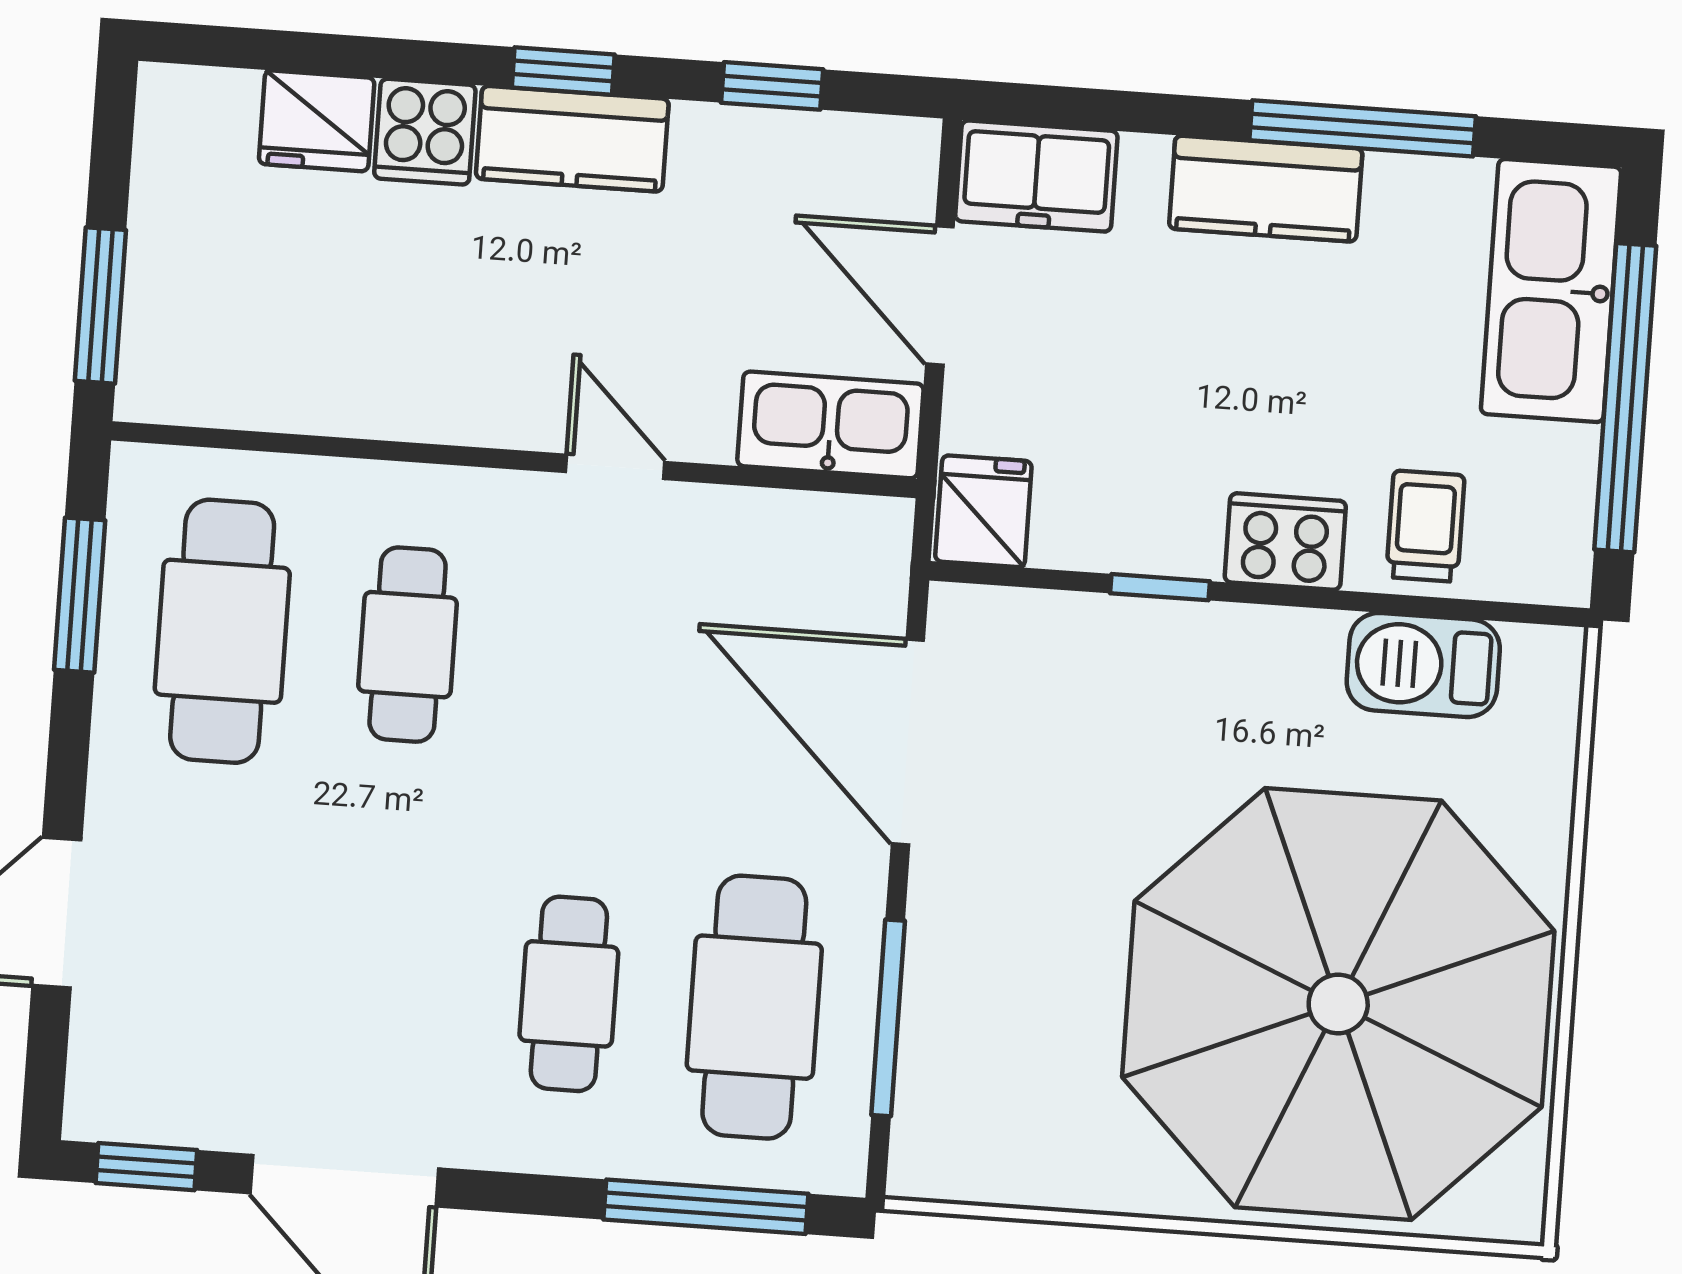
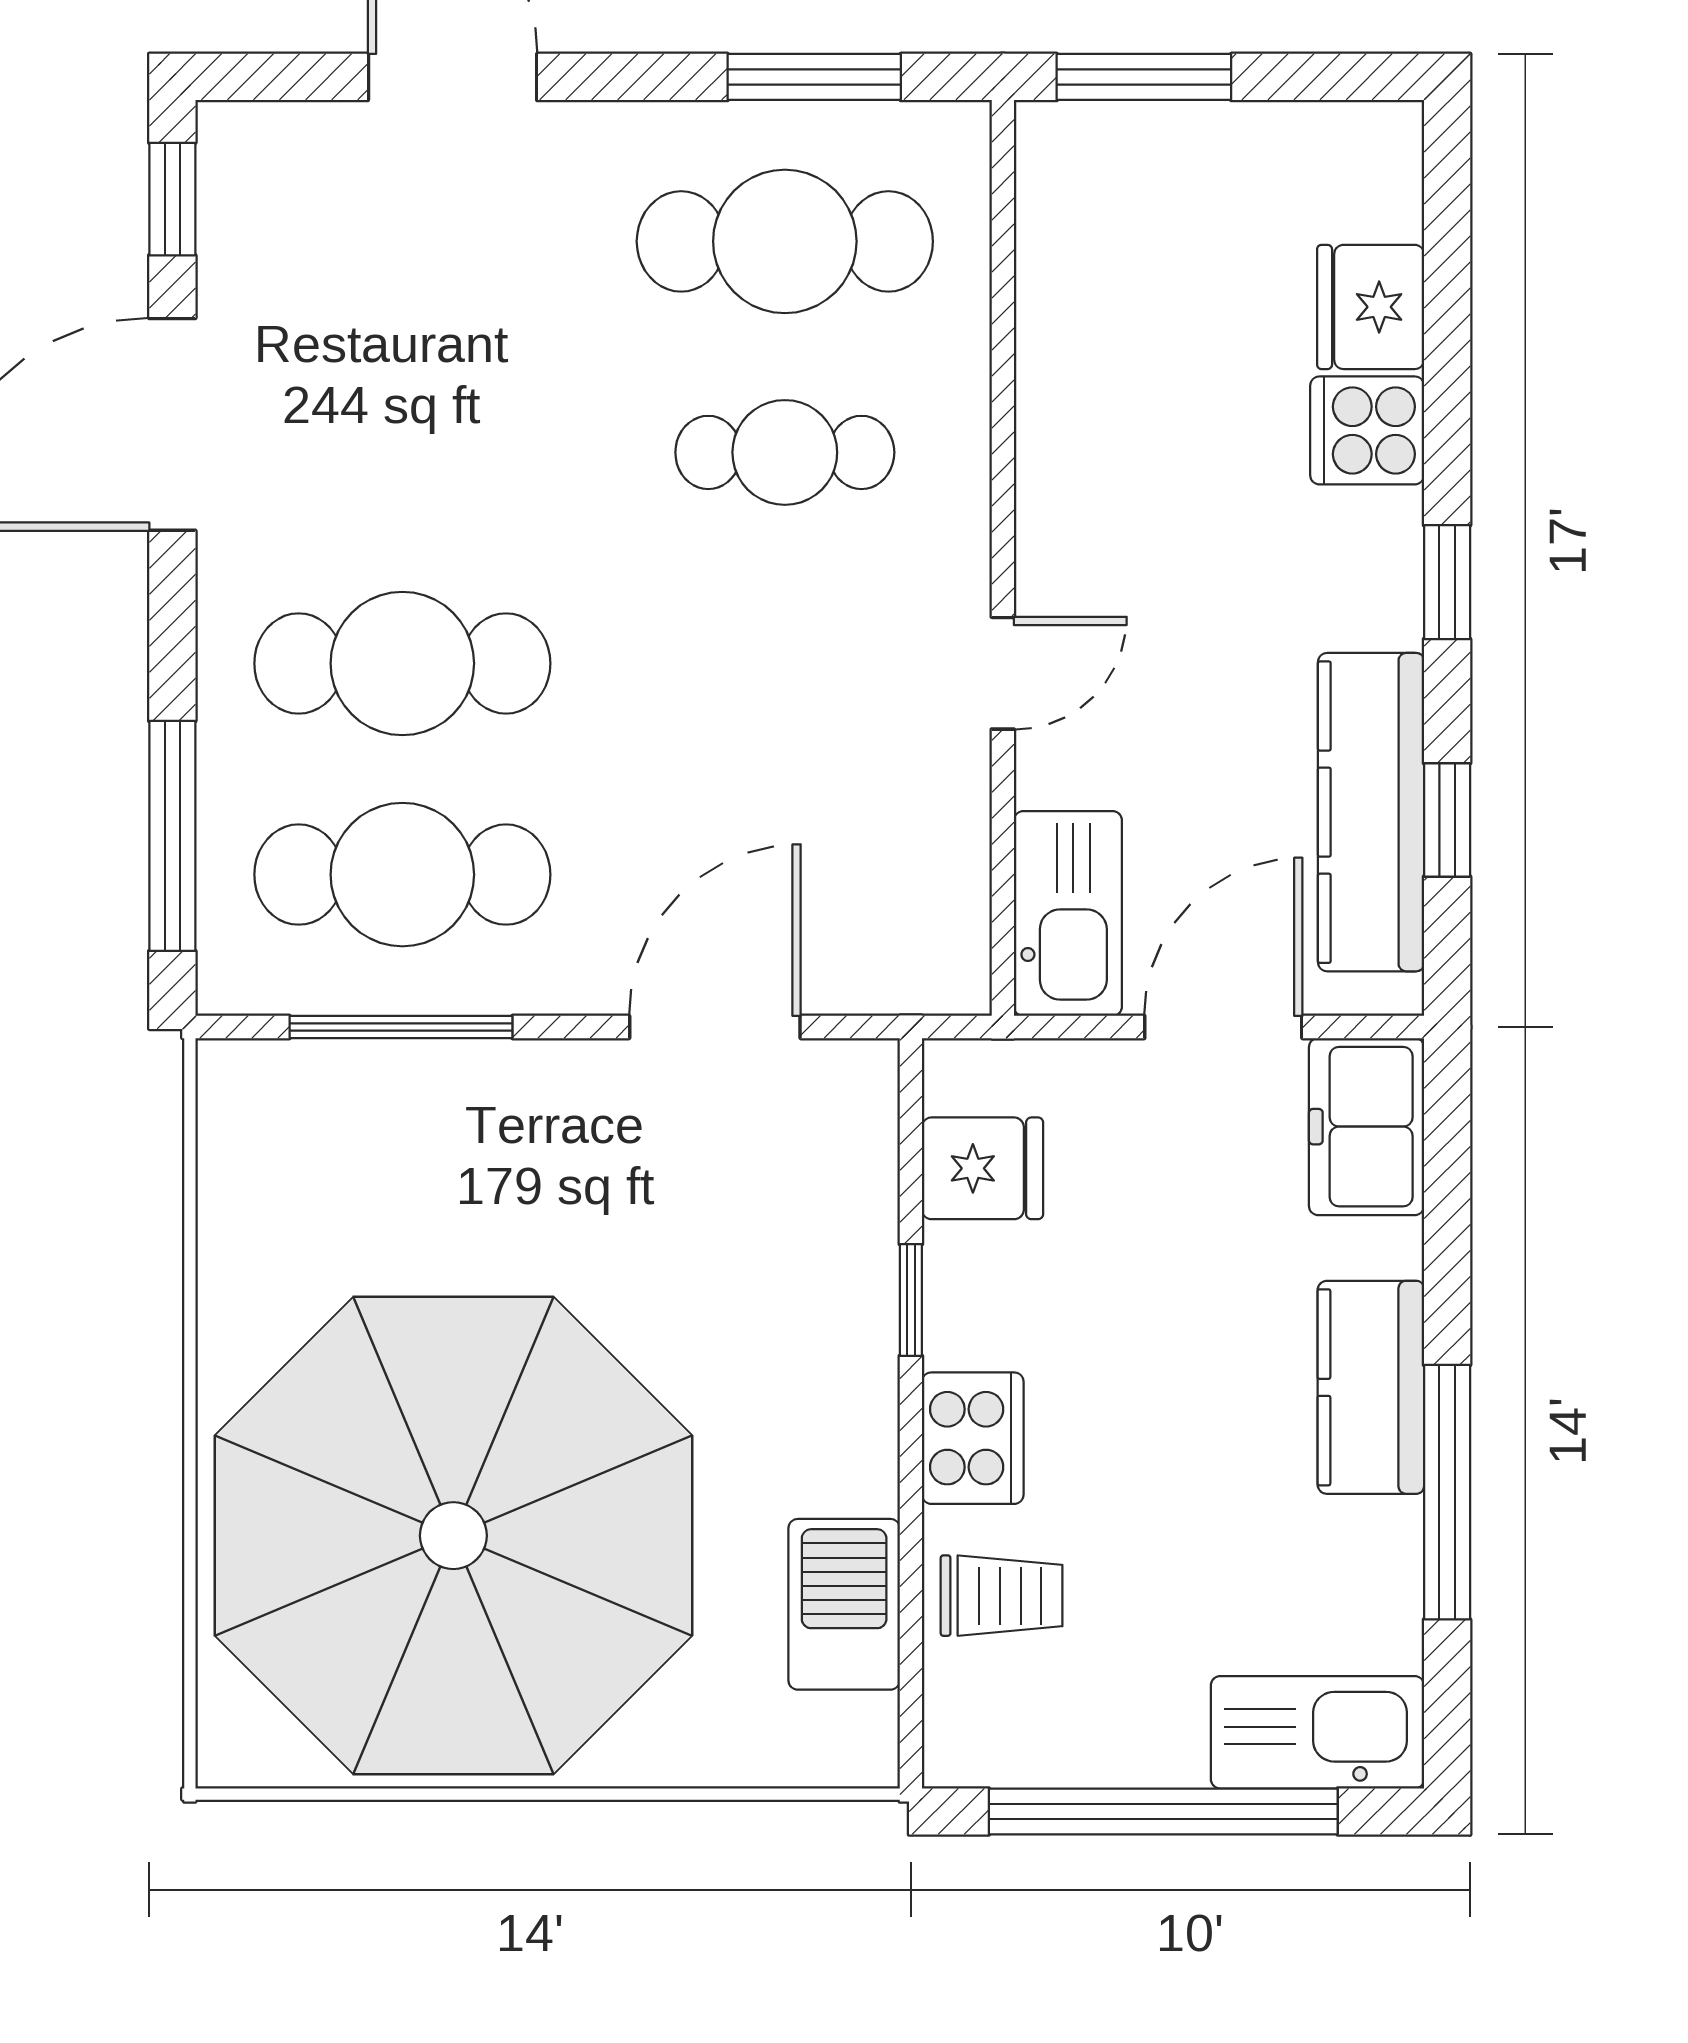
kitchen counter: (572, 139) -> (1371, 812), moved, width x1.50
kitchen sink: (1551, 290) -> (1317, 1732), width x0.73, depth x0.81
fridge: (983, 511) -> (983, 1168), moved
door: (908, 742) -> (715, 1027), width x0.73
cafe table: (569, 994) -> (402, 663), width x1.37, depth x1.35

